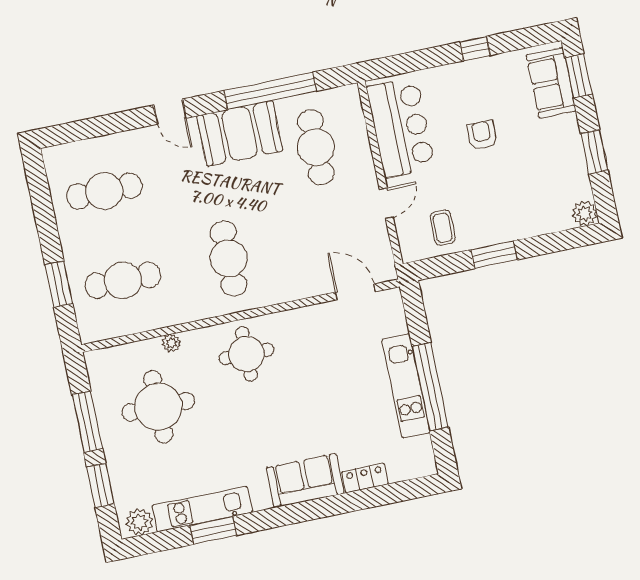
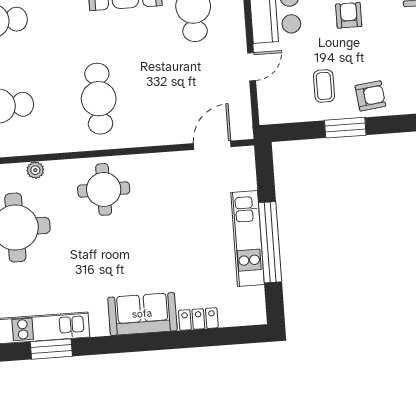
armchair: (516, 218) -> (370, 96), added
coffee table: (443, 228) -> (324, 86), moved
door: (355, 292) -> (212, 145), hinge flipped

